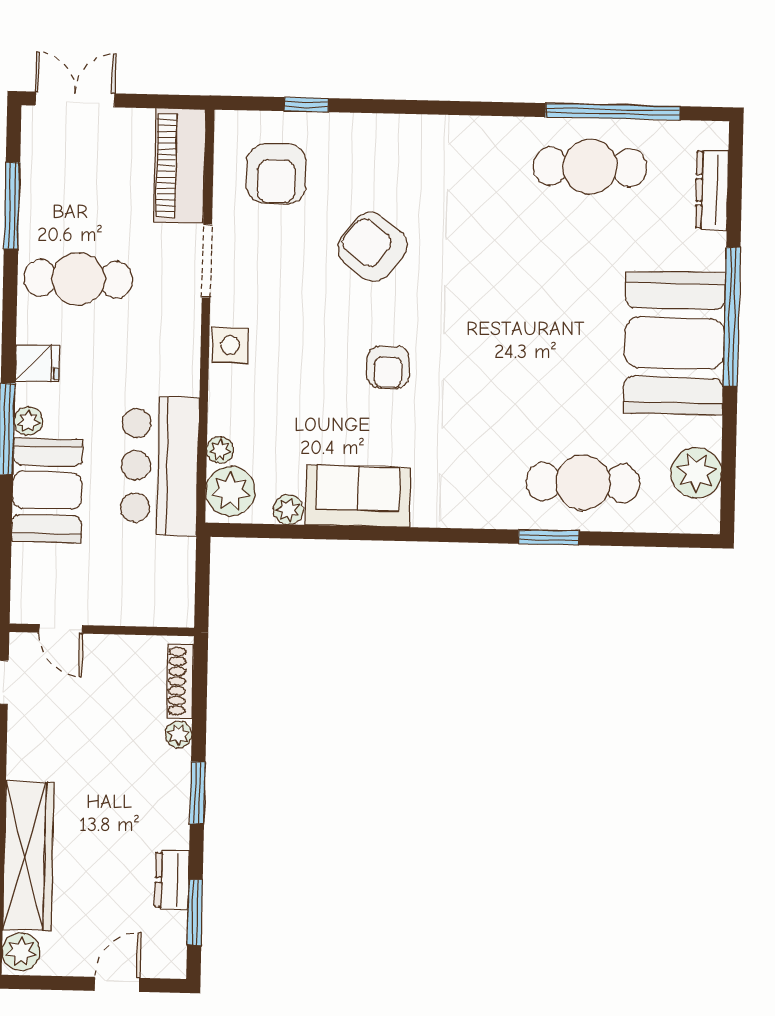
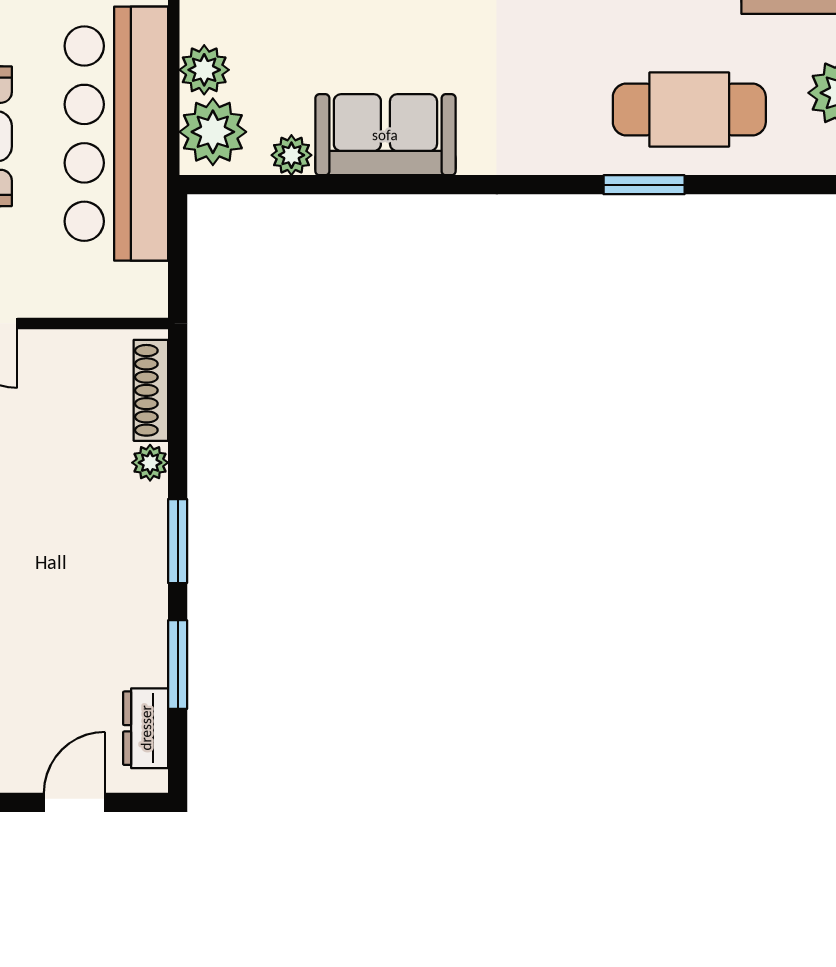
plant: (220, 450) -> (204, 70), width x1.38, depth x1.38
bar counter: (160, 466) -> (116, 134), width x1.36
dresser: (172, 880) -> (146, 728), moved
window: (195, 912) -> (178, 665), moved

